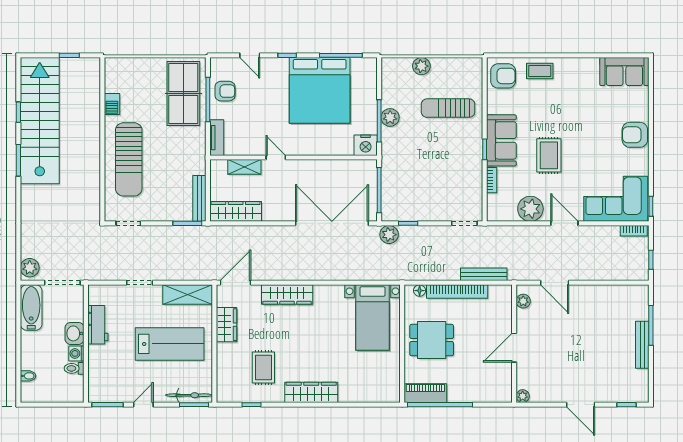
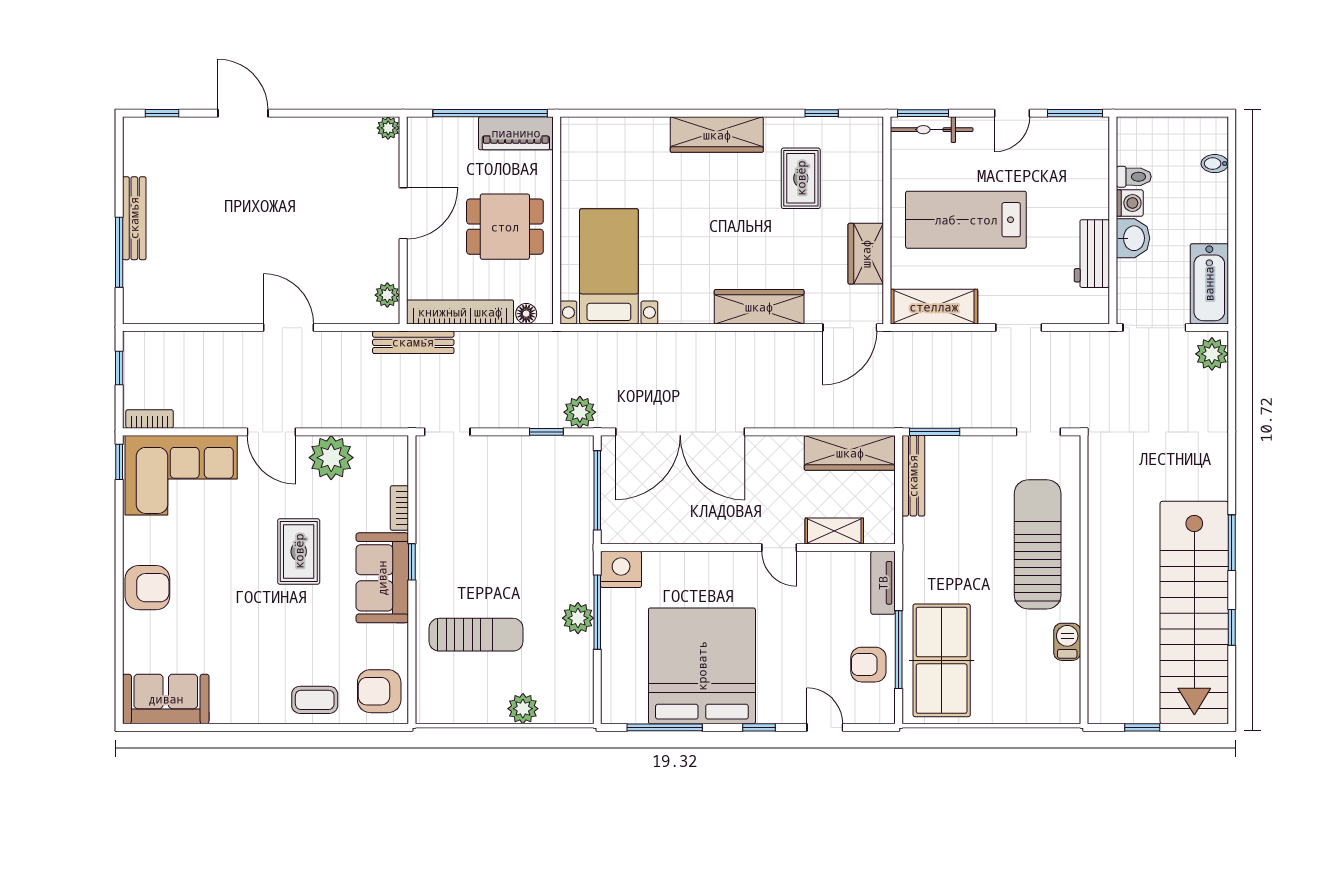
plant: (523, 301) -> (387, 295), moved
wall: (514, 344) -> (403, 220), moved
door: (514, 348) -> (403, 213), moved
plant: (523, 396) -> (388, 128), moved

